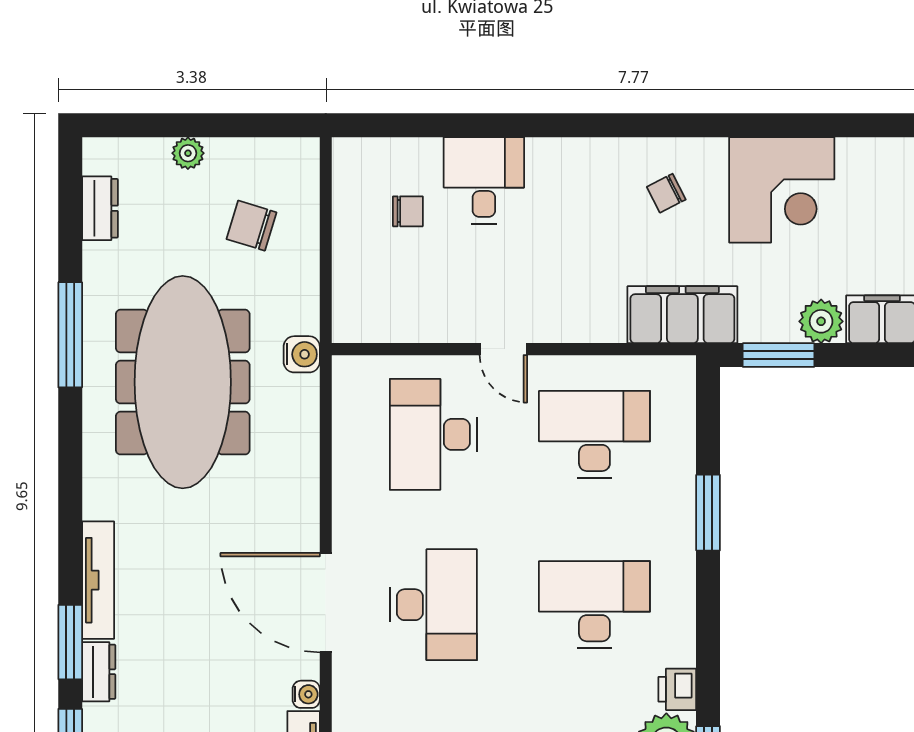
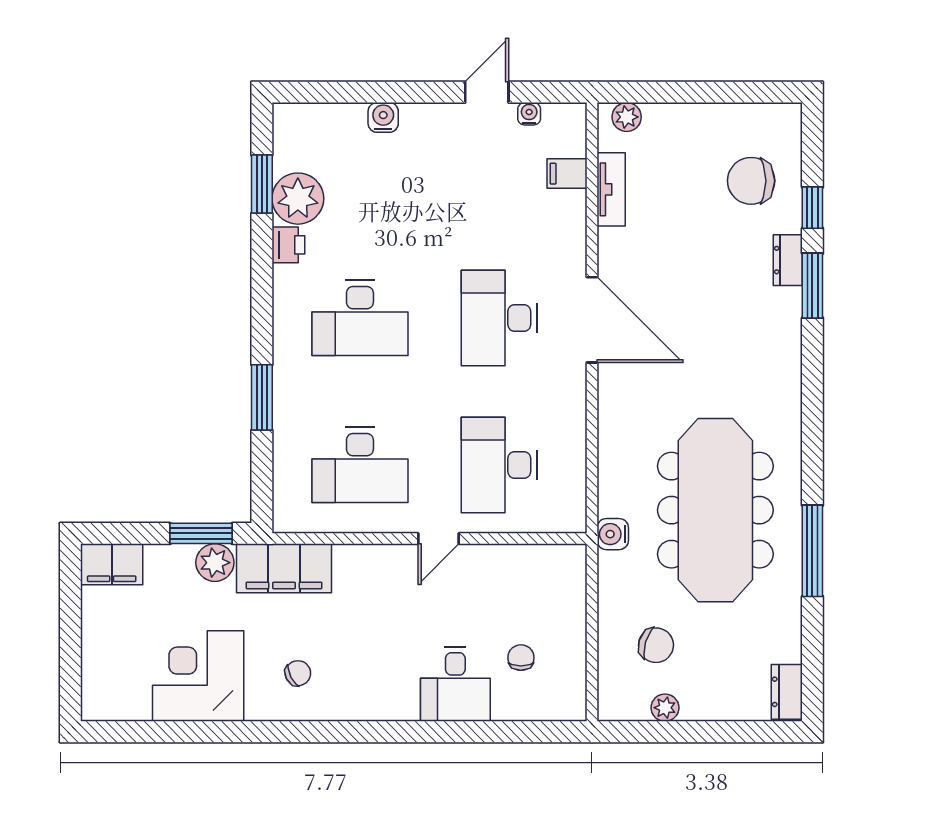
plant: (188, 153) -> (665, 708), moved
dresser: (100, 208) -> (787, 692), moved
chair: (408, 211) -> (521, 658), turned 90
plant: (821, 321) -> (215, 563), moved
door: (503, 349) -> (439, 539), swing flipped
desk: (433, 434) -> (499, 465), turned 180
tv unit: (98, 580) -> (788, 339), removed
water cooler: (306, 694) -> (609, 241), removed

